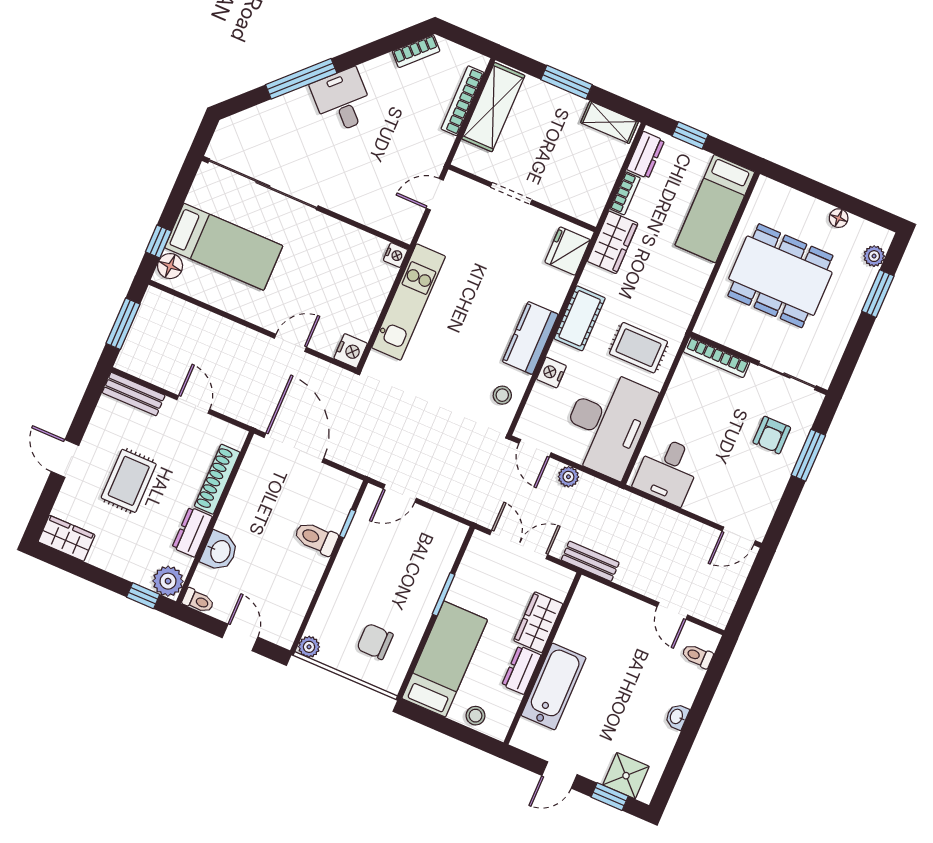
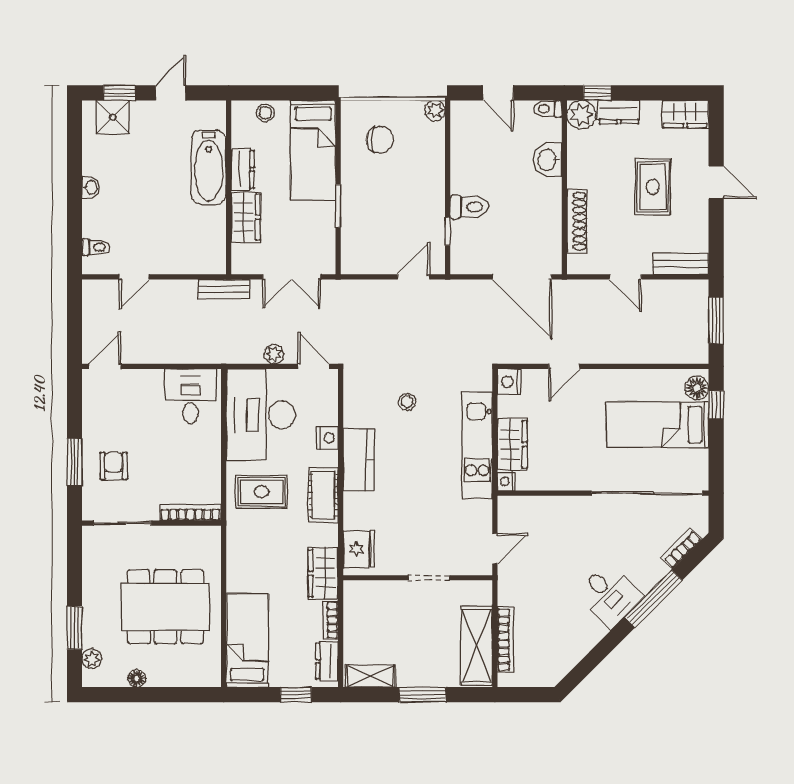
bookcase: (416, 51) -> (681, 548), moved
wardrobe: (374, 289) -> (512, 444), added
stool: (502, 395) -> (407, 402), moved
dresser: (192, 532) -> (619, 112), moved, turned 90
door: (672, 611) -> (134, 277), swing flipped

